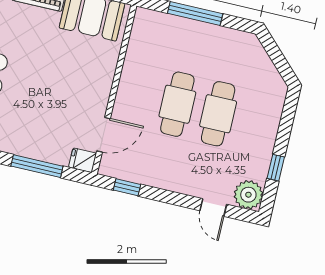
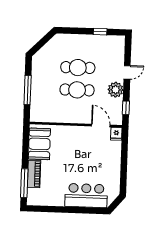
window: (37, 166) -> (124, 157), removed
plant: (248, 195) -> (116, 90), moved
door: (213, 207) -> (127, 72), moved

